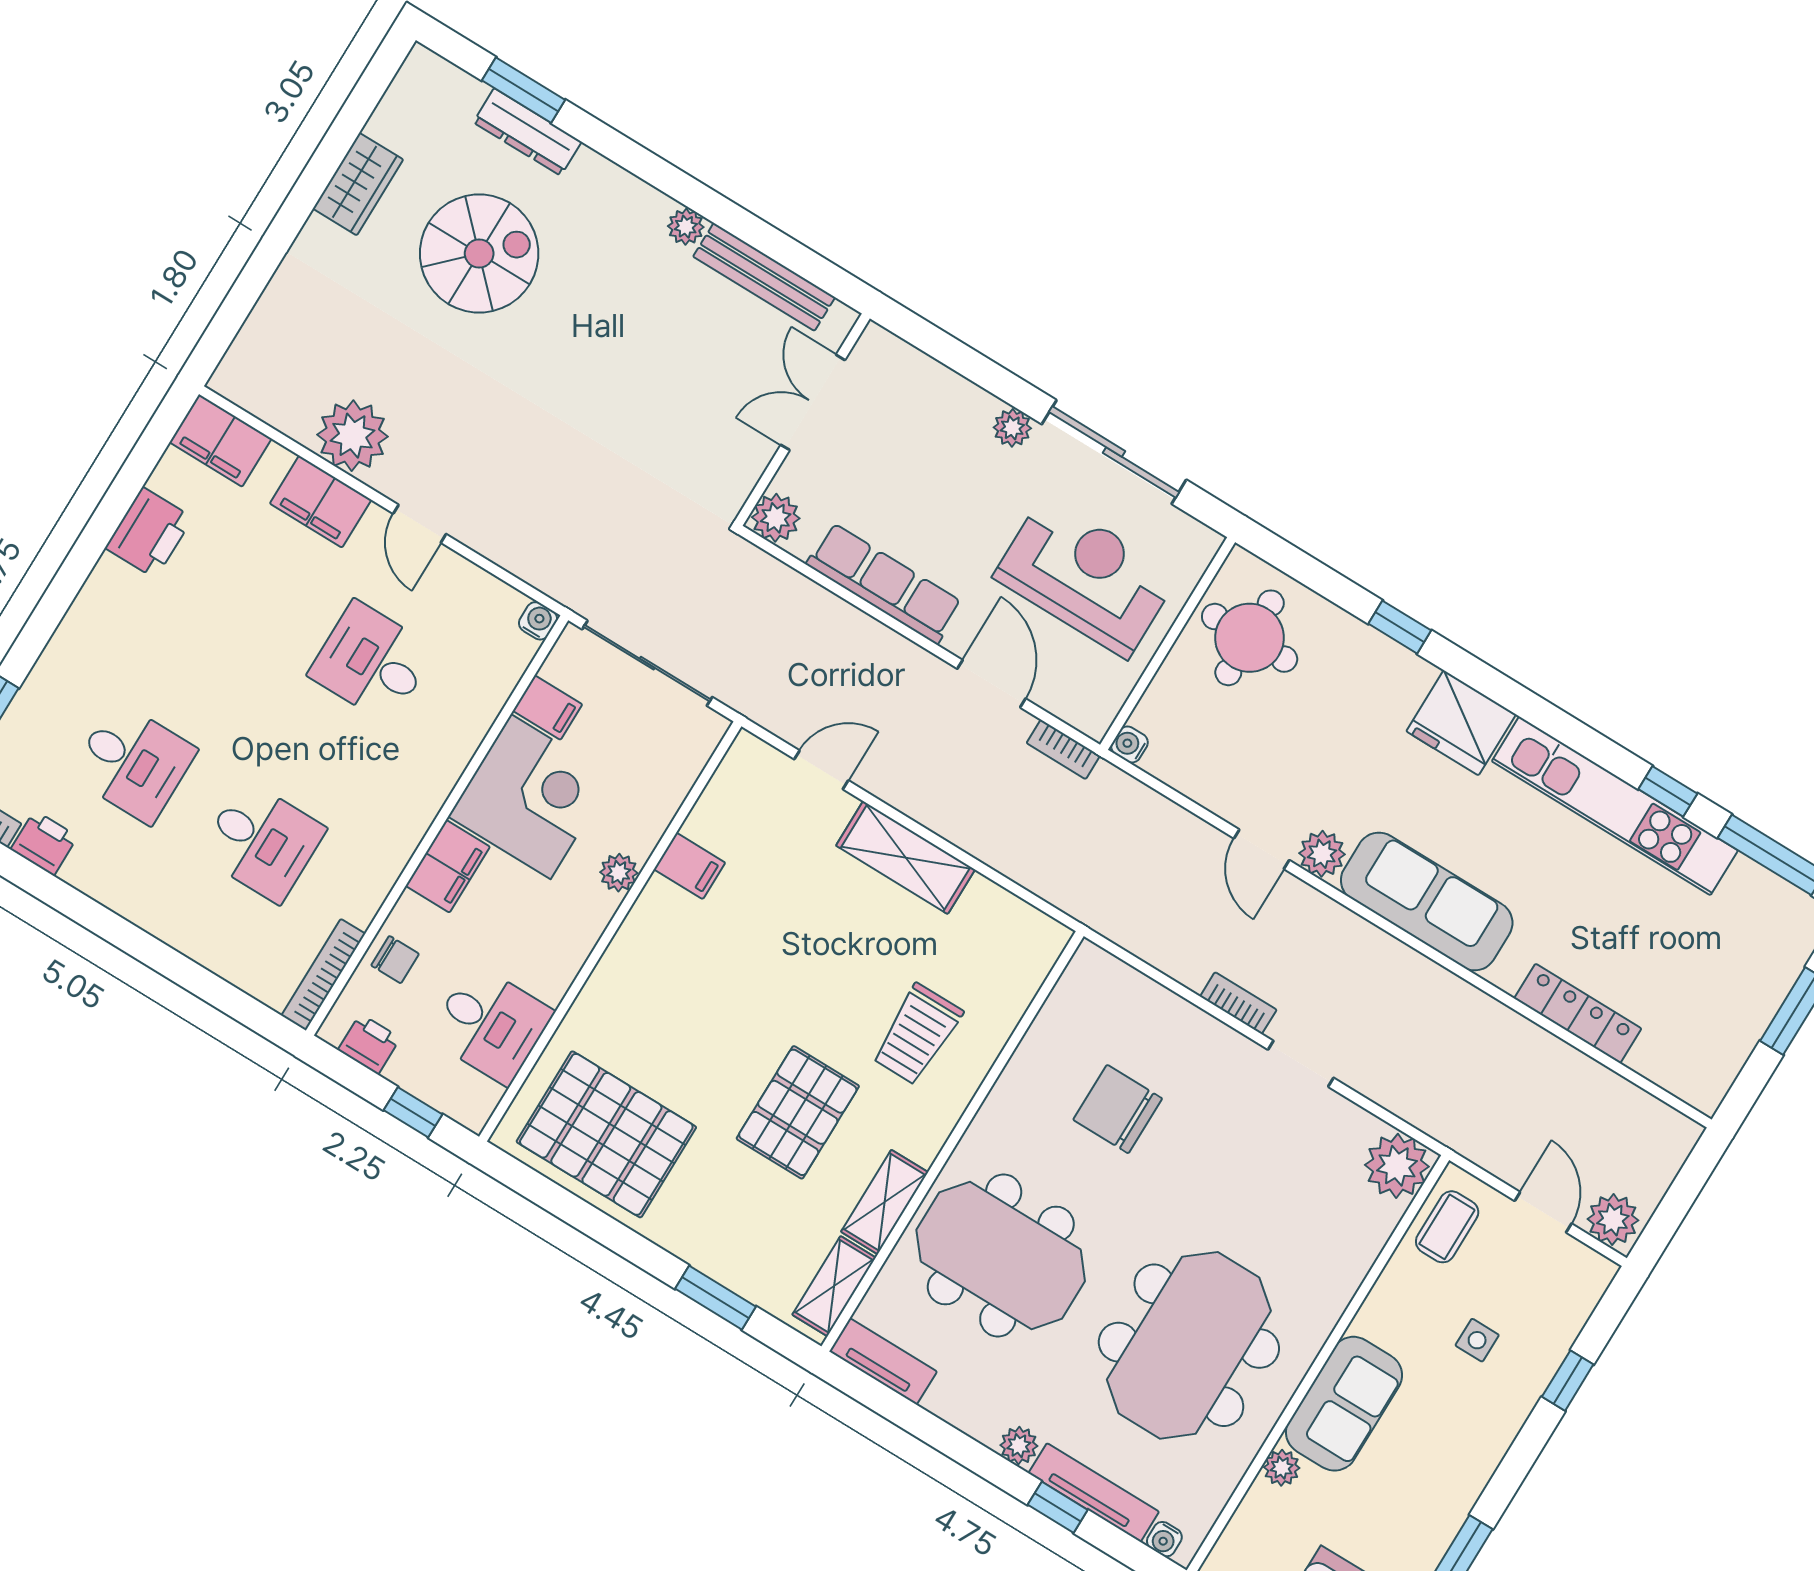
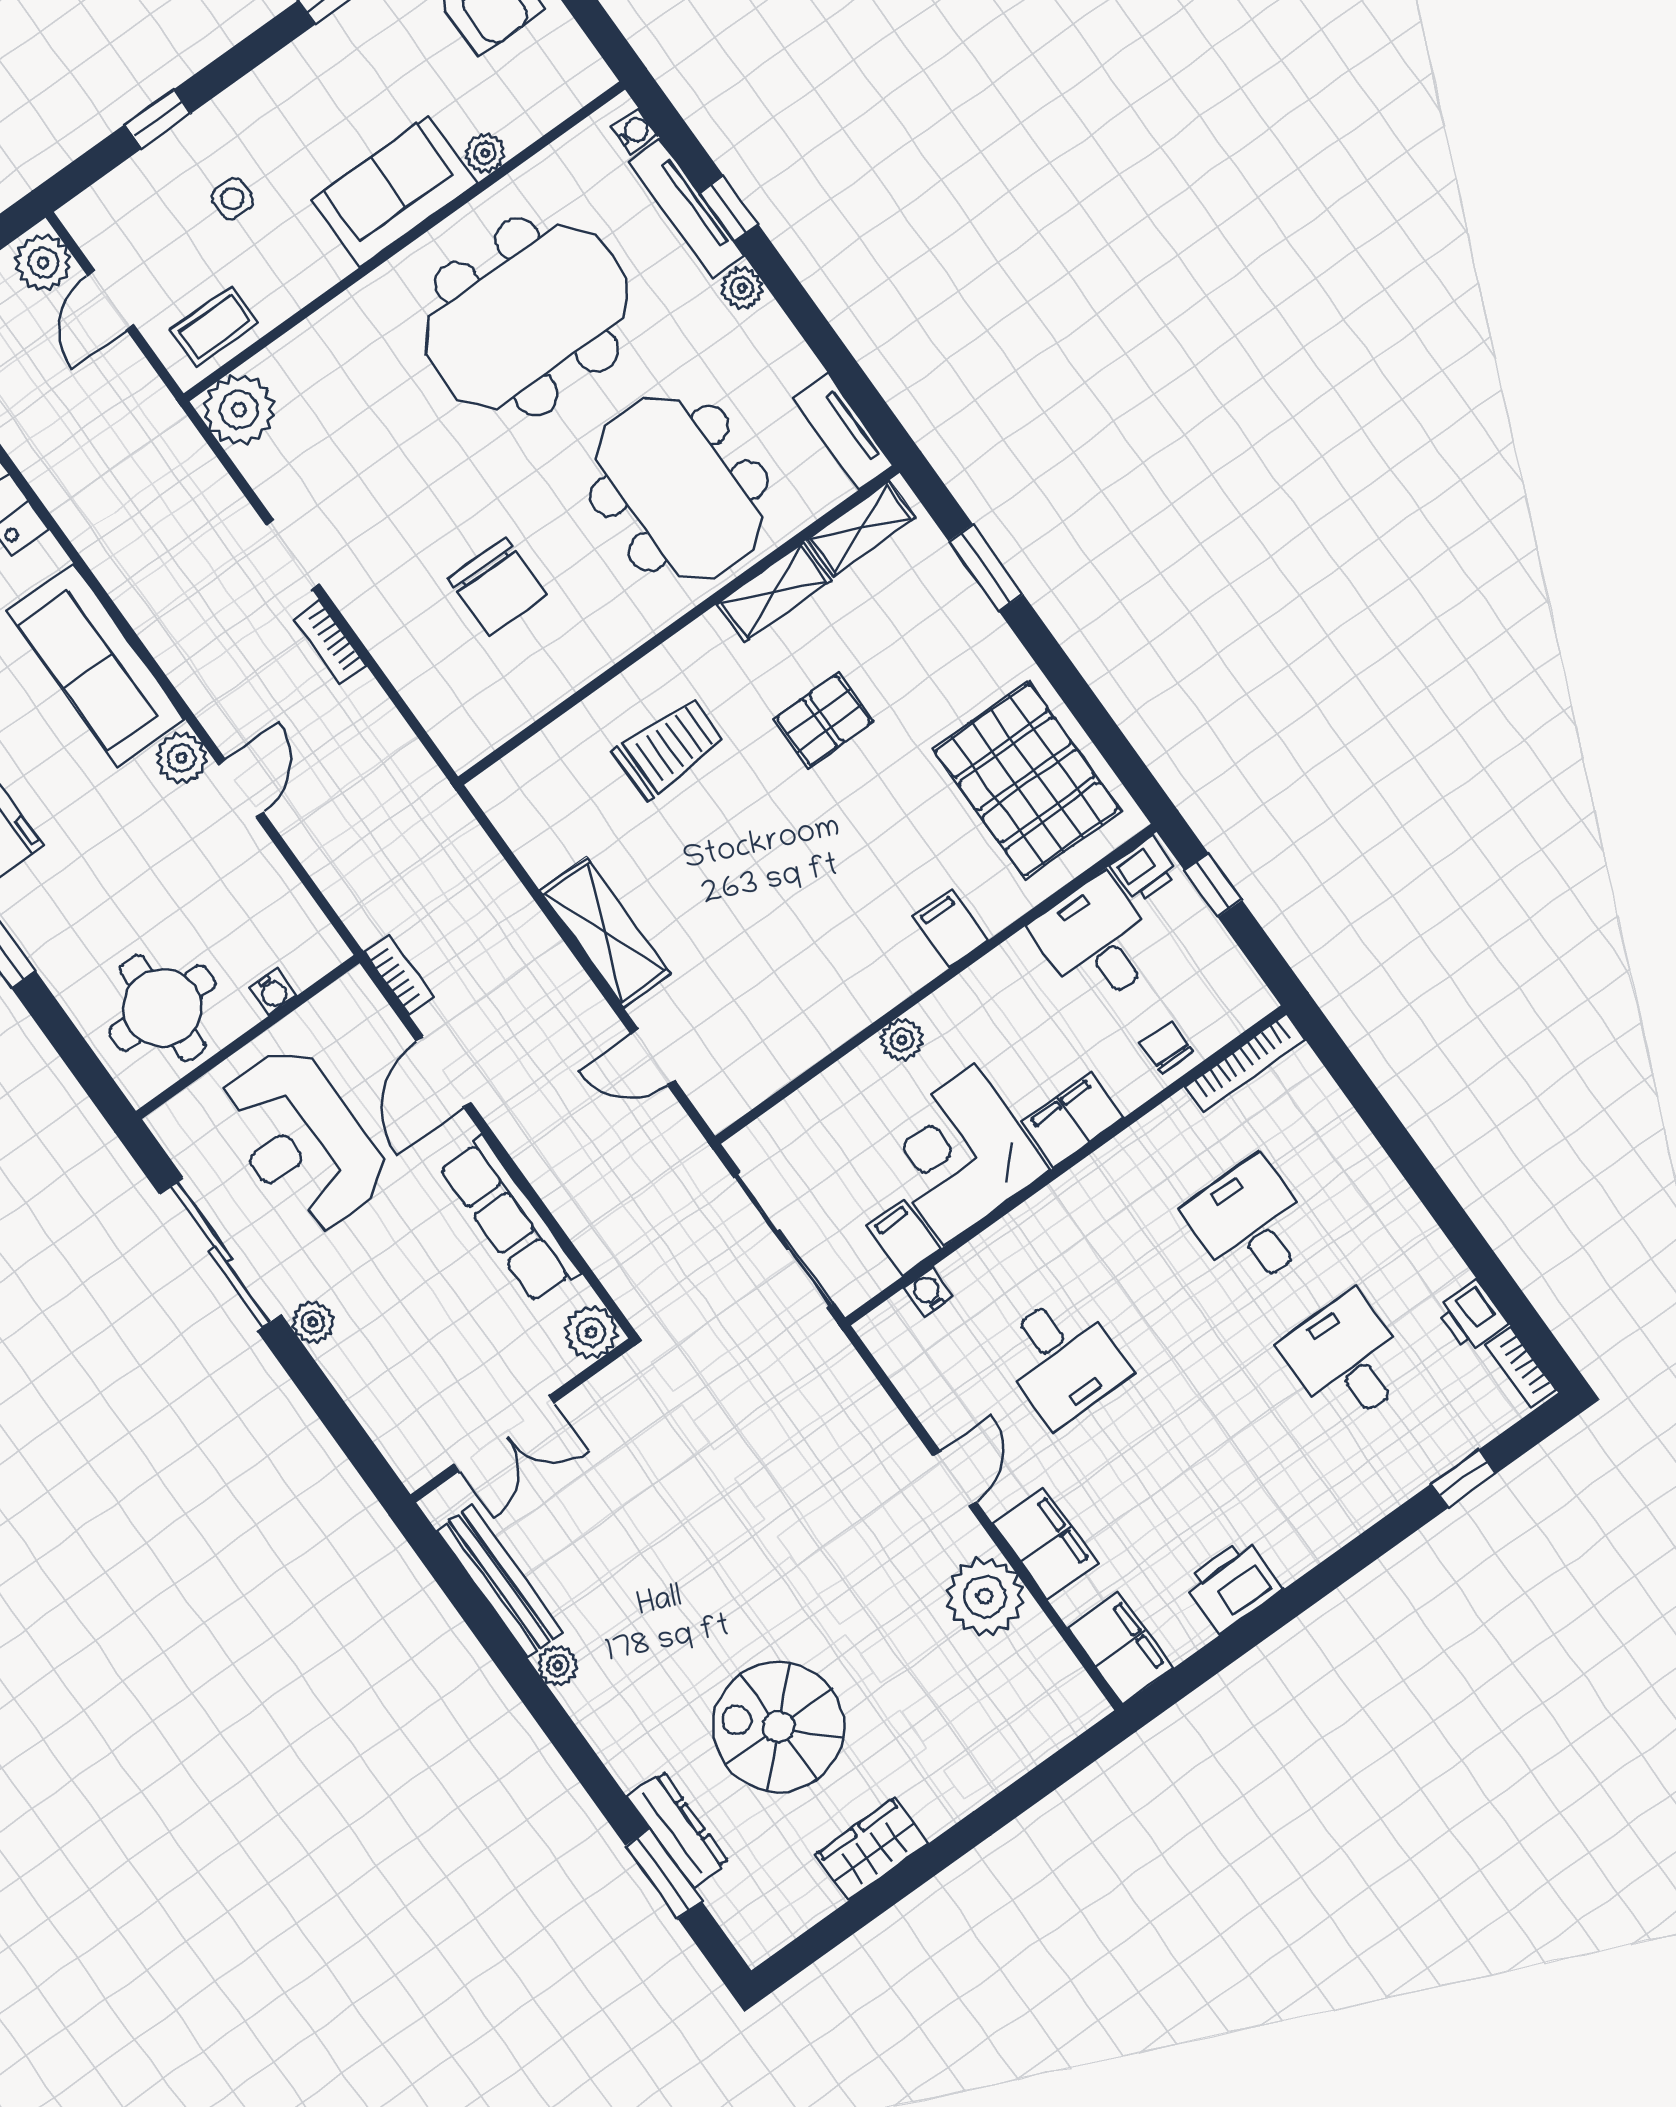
water cooler: (538, 621) -> (928, 1292), moved, turned 90
water cooler: (1130, 745) -> (273, 992), moved
filing cabinet: (690, 866) -> (950, 928), moved
printer: (369, 1044) -> (1145, 870), moved, turned -90
pallet: (798, 1112) -> (823, 720), width x0.67, depth x0.71

